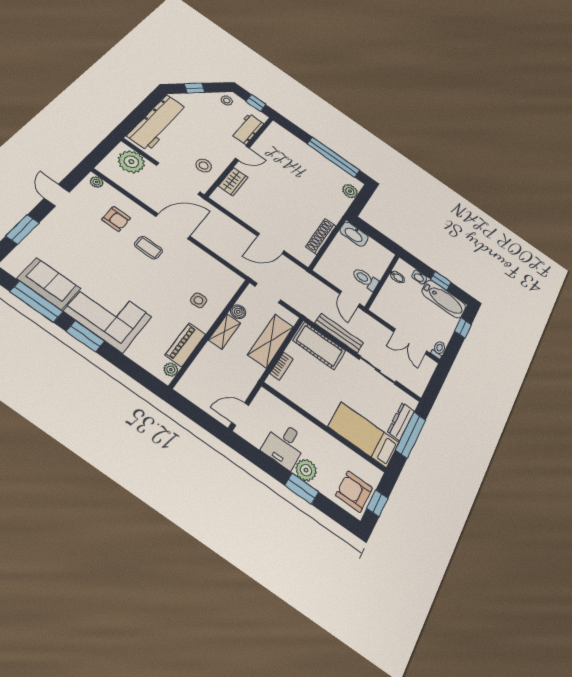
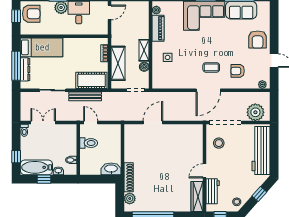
wardrobe: (233, 181) -> (197, 196), moved, width x1.50
window: (22, 229) -> (274, 29), removed
armchair: (58, 234) -> (258, 40), added
shoe rack: (321, 236) -> (129, 177), moved

